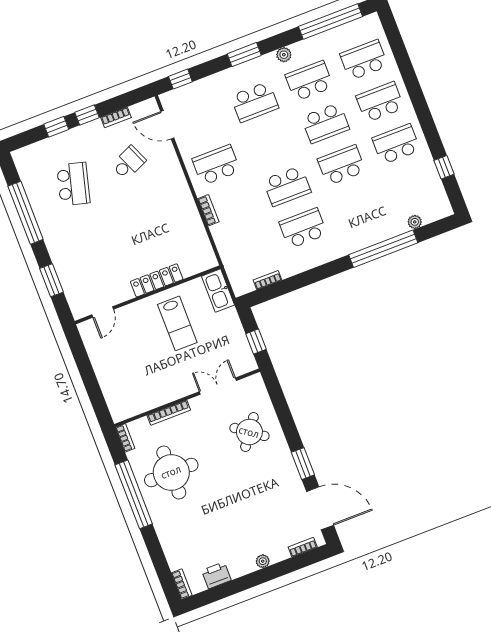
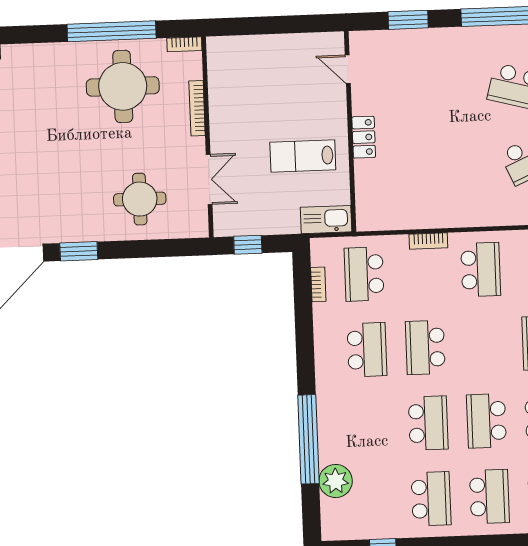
plant: (415, 222) -> (336, 481), width x1.88, depth x1.88
school desk: (248, 249) -> (364, 274), added
locker: (157, 280) -> (364, 137), width x0.66
round table: (249, 432) -> (140, 199), turned -36

